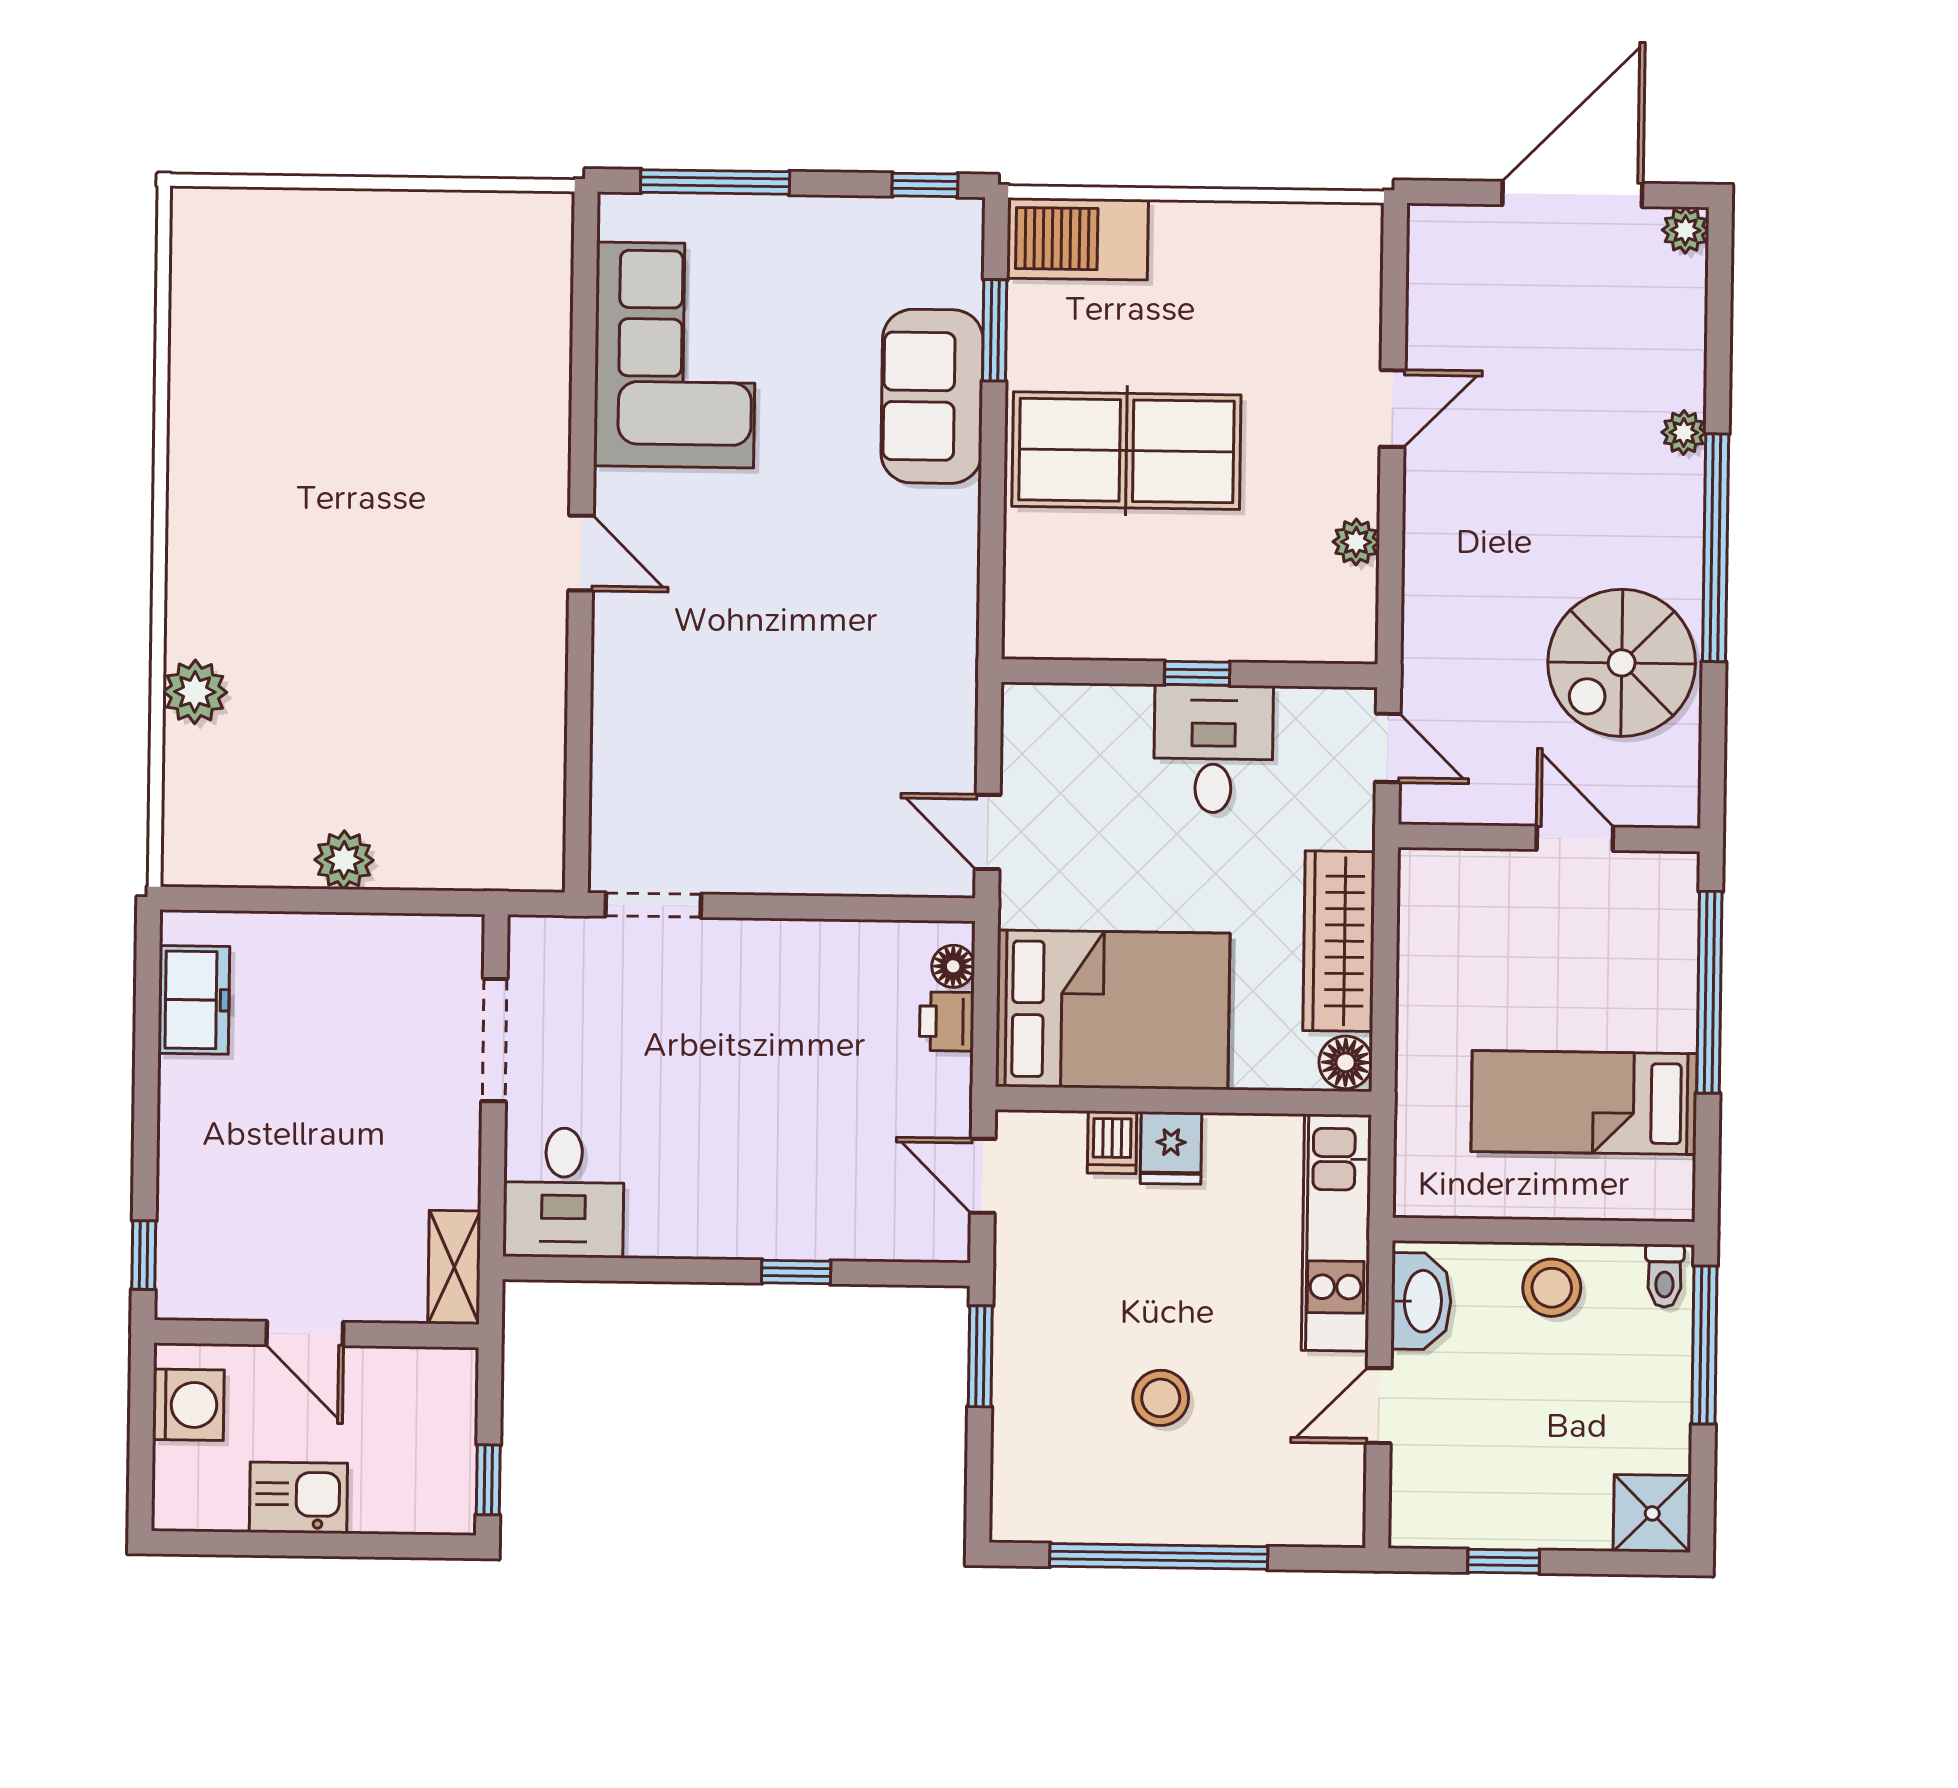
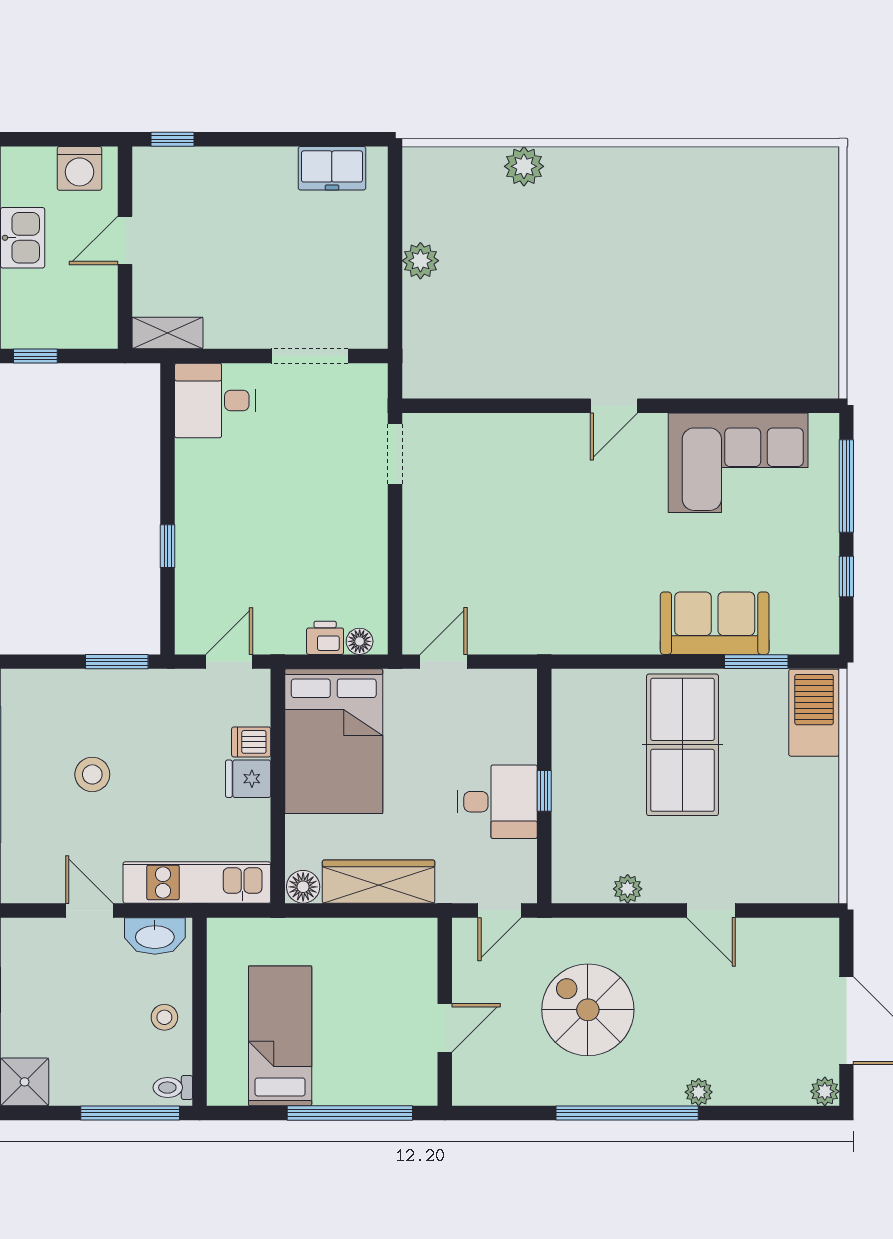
window: (925, 185) -> (846, 577), moved
spiral stairs: (1622, 663) -> (588, 1010), moved
stool: (1552, 1288) -> (164, 1017), width x0.73, depth x0.73

